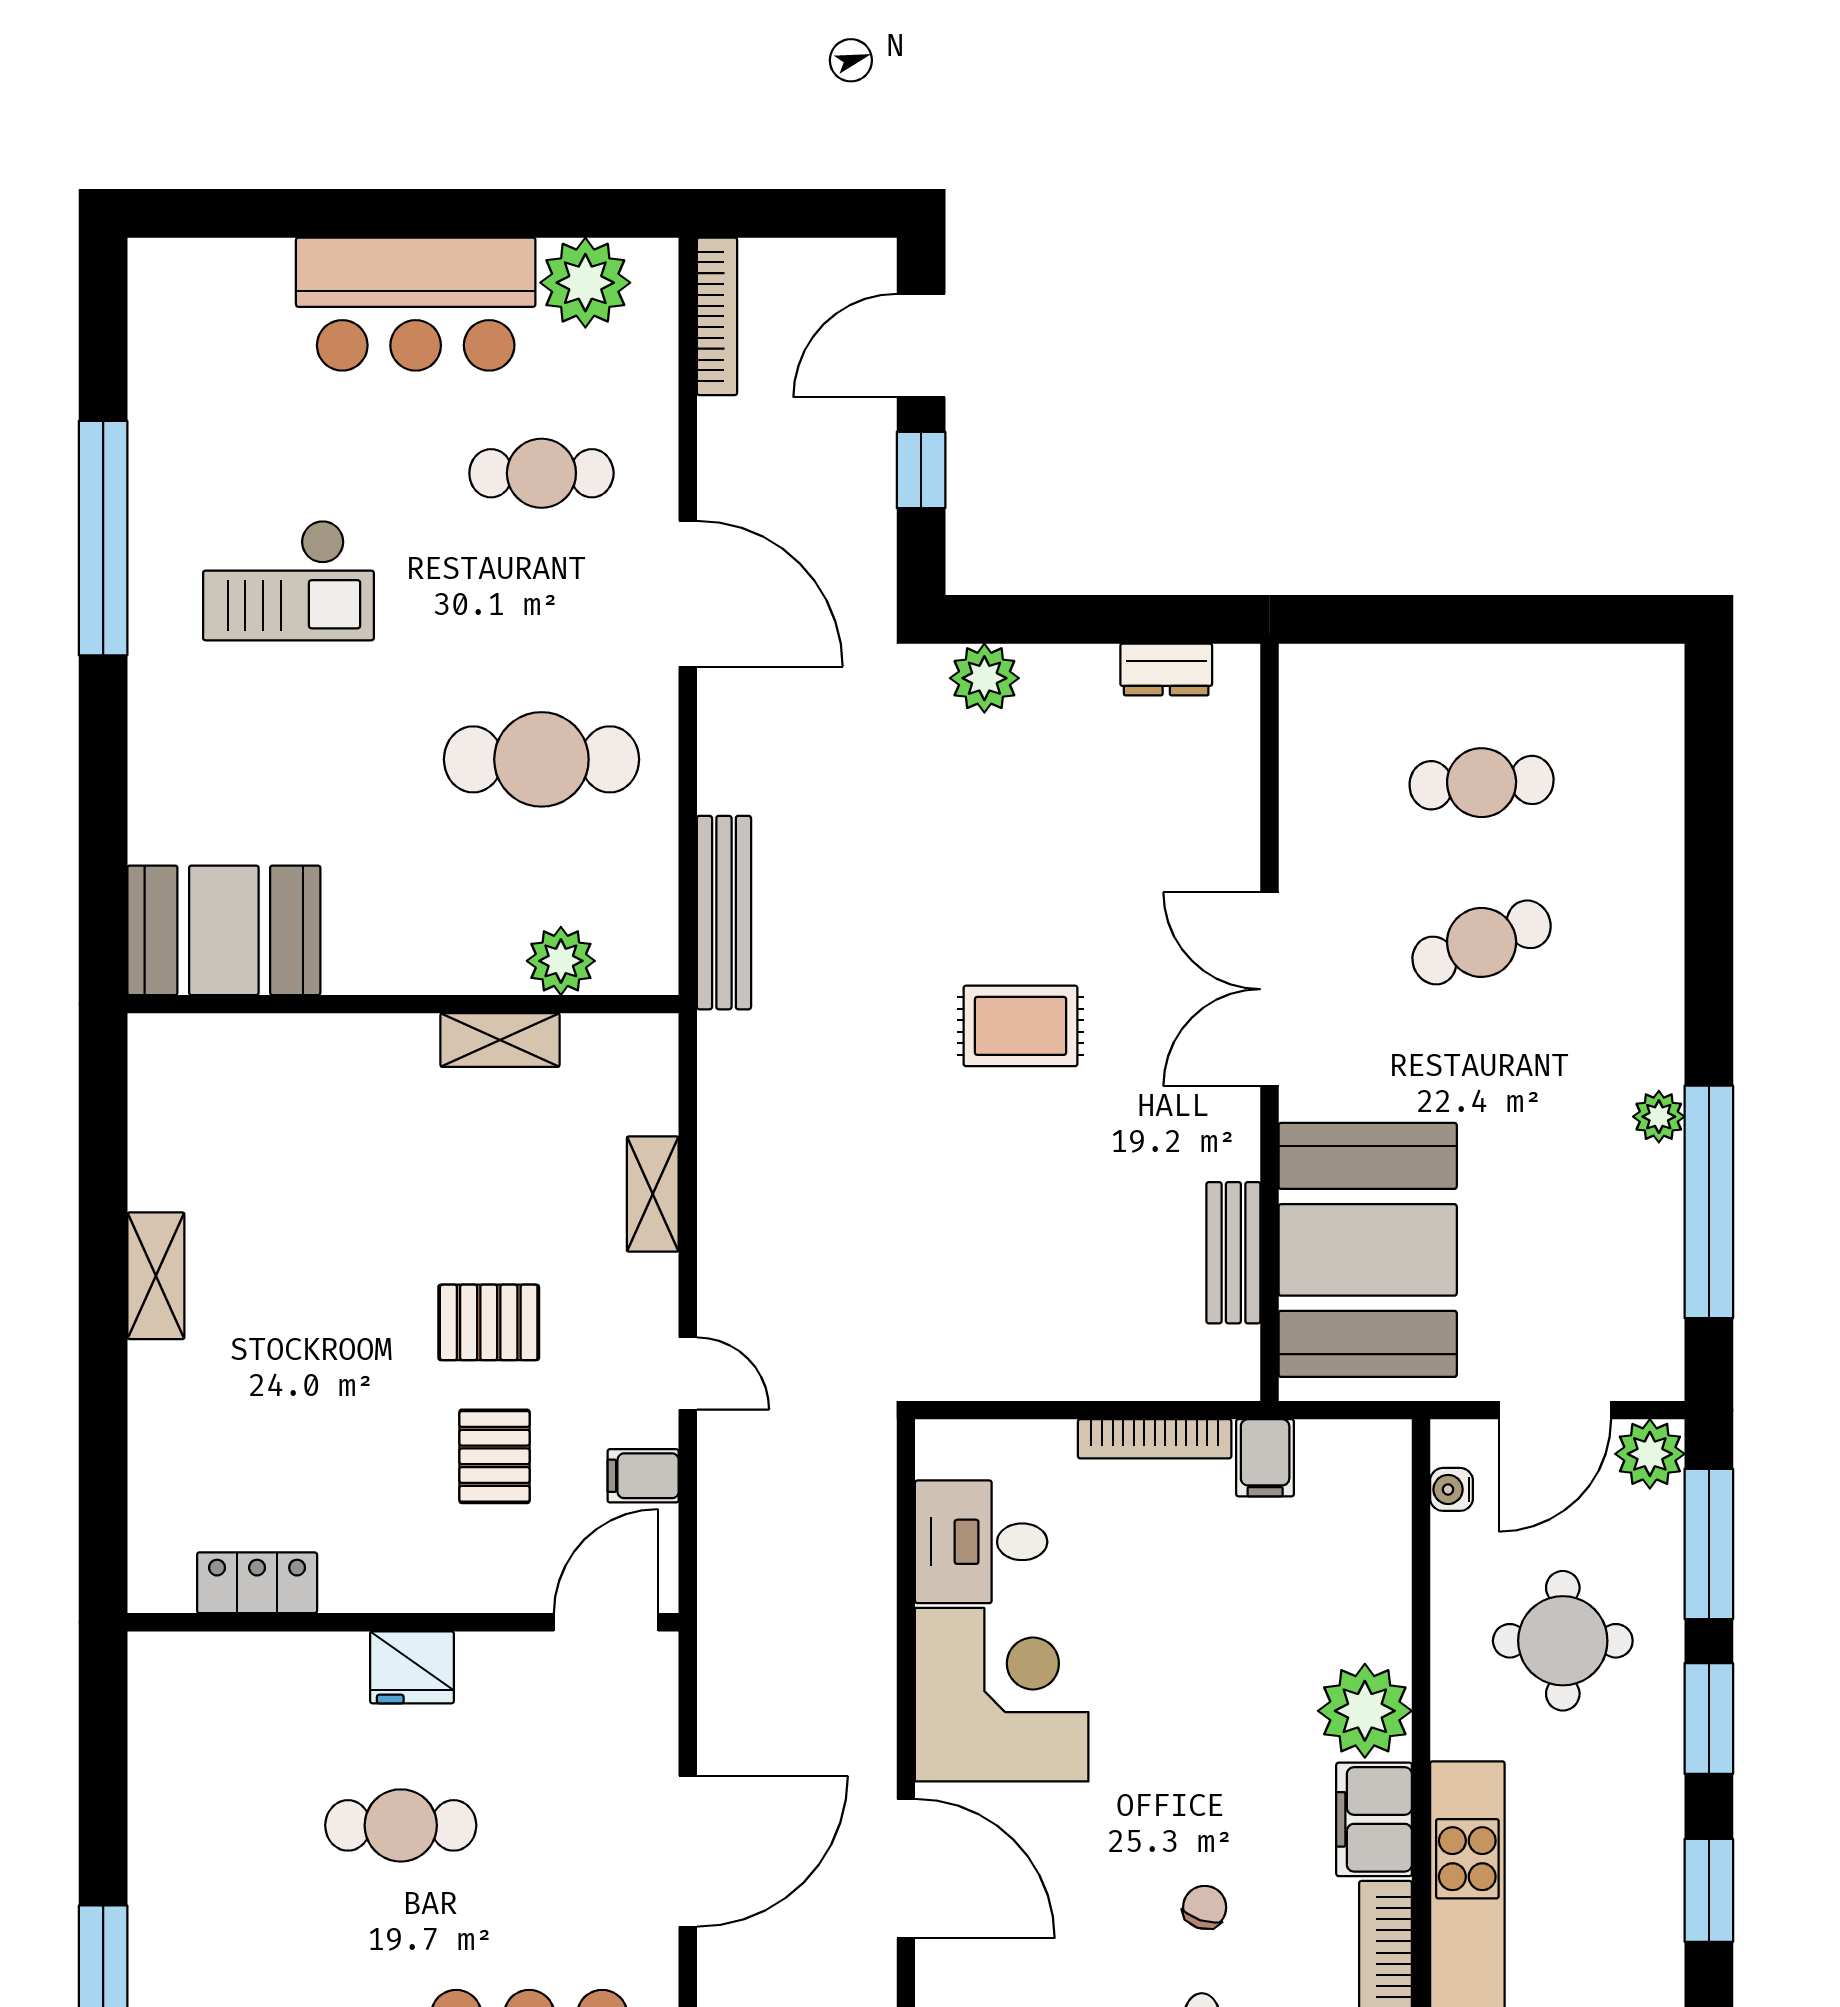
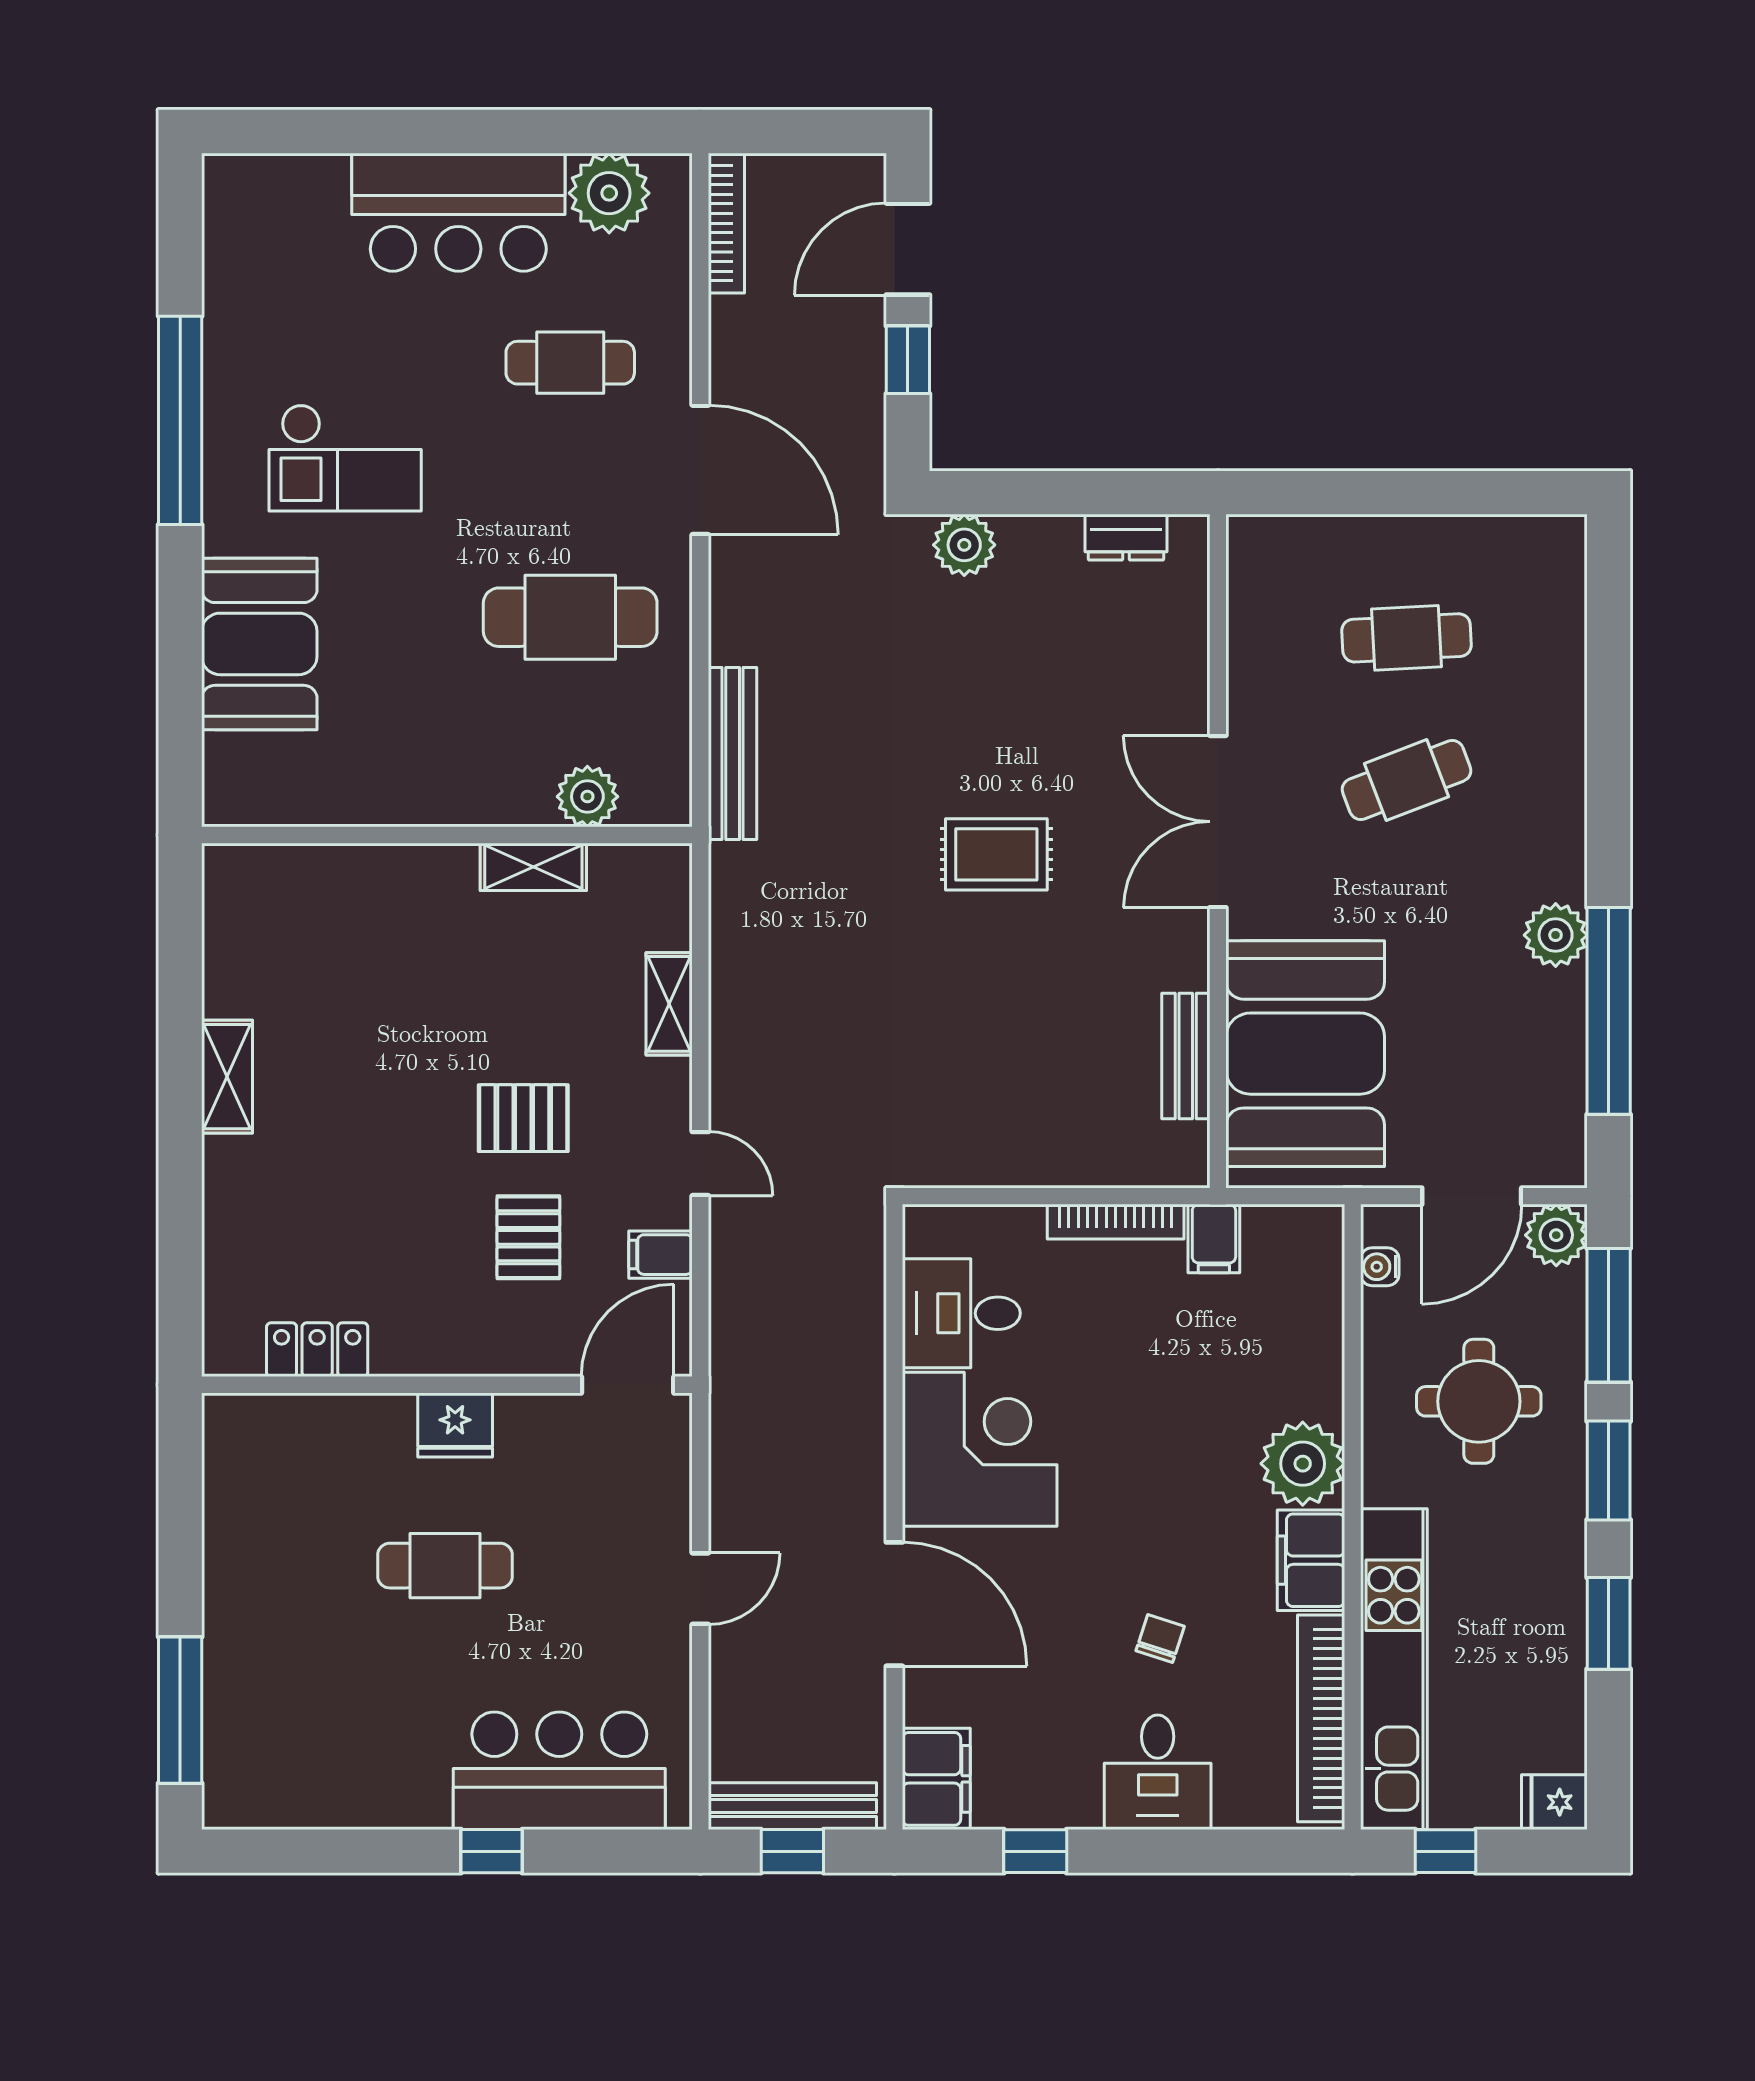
booth: (224, 930) -> (259, 644), moved, turned 90
plant: (1659, 1117) -> (1556, 935), width x1.38, depth x1.38
door: (688, 1851) -> (700, 1589), width x0.53

